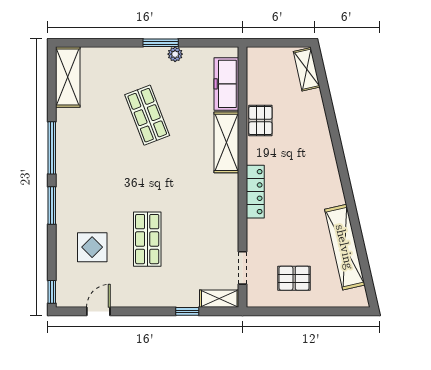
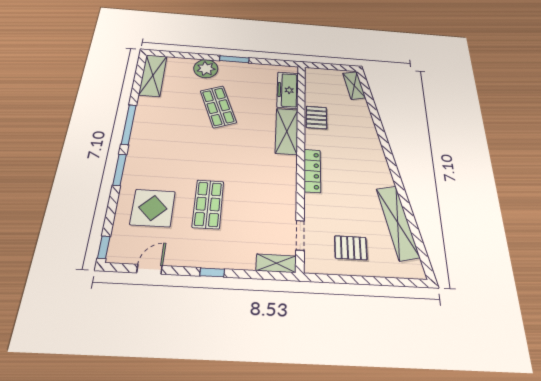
plant: (175, 54) -> (206, 69), moved, width x1.88, depth x1.88
display table: (92, 247) -> (153, 208), width x1.36, depth x1.36
window: (187, 311) -> (212, 272), moved

